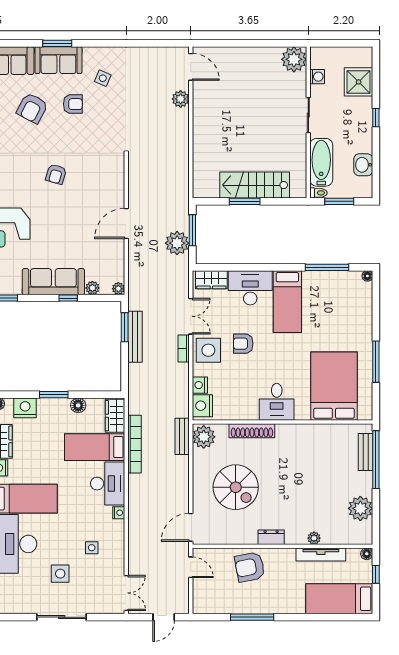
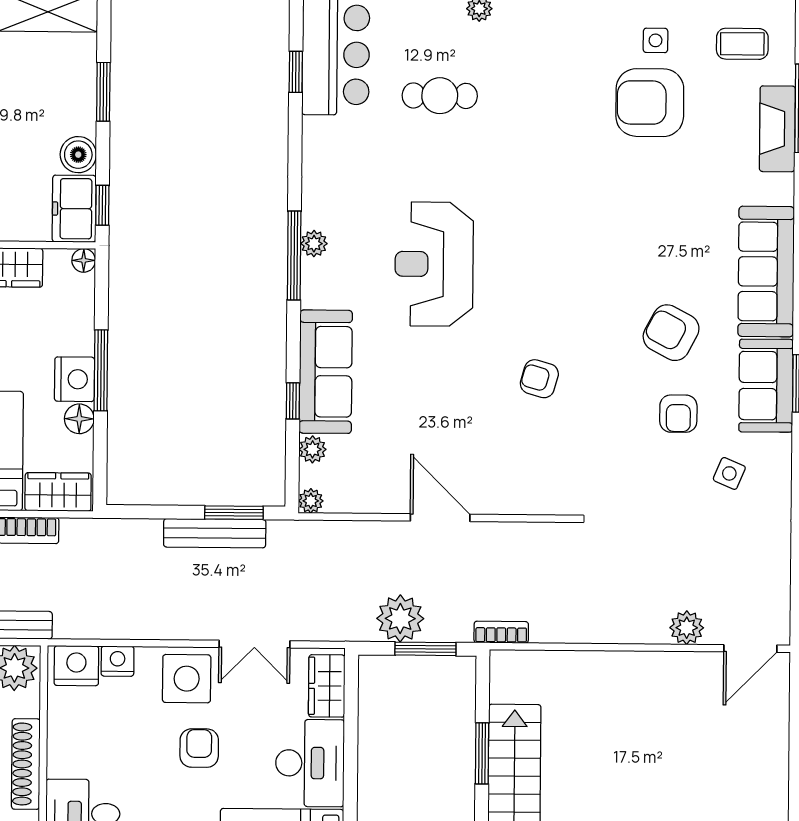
bookcase: (184, 348) -> (501, 632), moved
window: (54, 395) -> (101, 370), width x1.44
nightstand: (25, 408) -> (75, 379), moved

